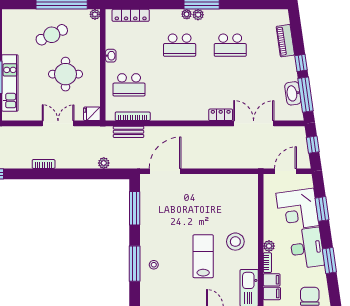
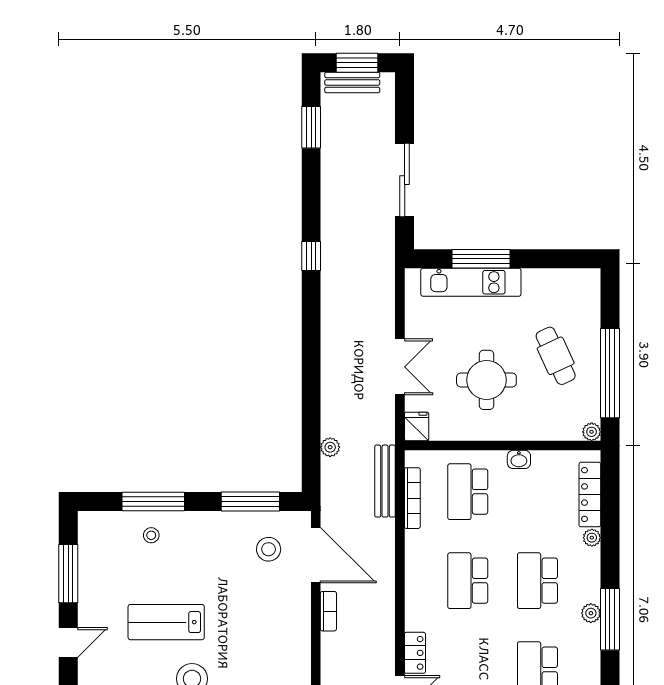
plant: (187, 14) -> (592, 538), moved
school desk: (180, 85) -> (468, 581), added
bench: (128, 132) -> (385, 481), width x1.36
bookcase: (44, 164) -> (328, 611), moved
stool: (162, 198) -> (269, 549), added
lab bench: (203, 256) -> (166, 622), turned 180

